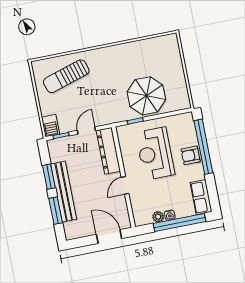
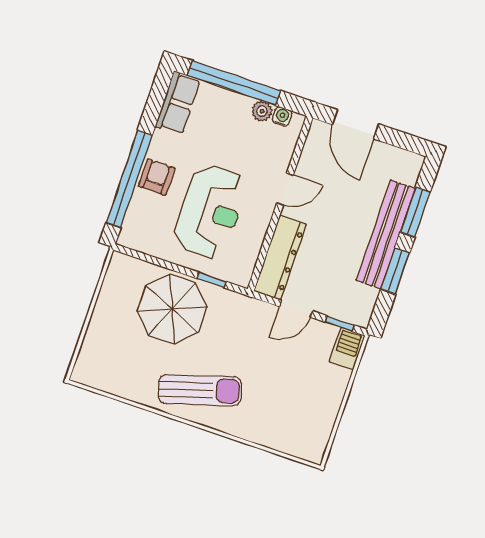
sun lounger: (66, 76) -> (200, 390), moved
armchair: (191, 155) -> (157, 177), turned -90
water cooler: (170, 215) -> (282, 117), moved

